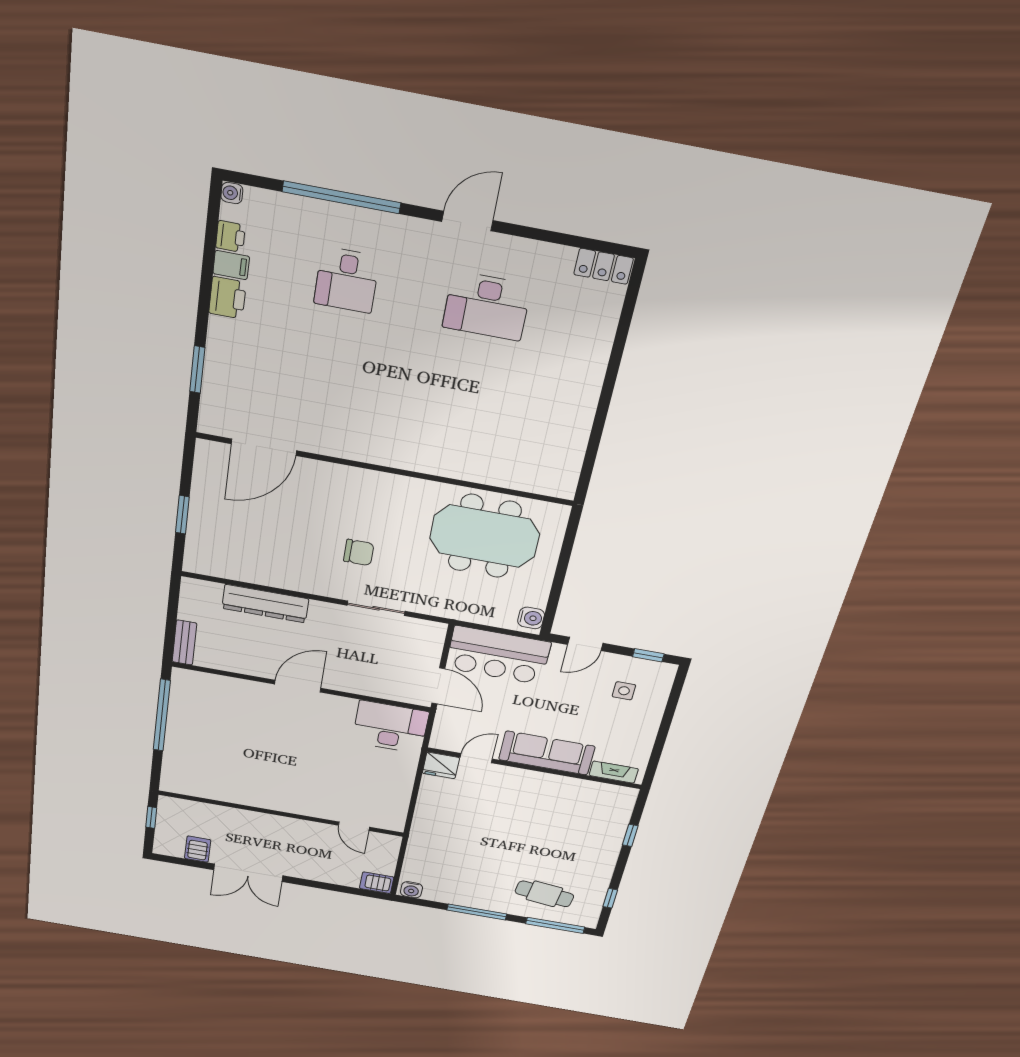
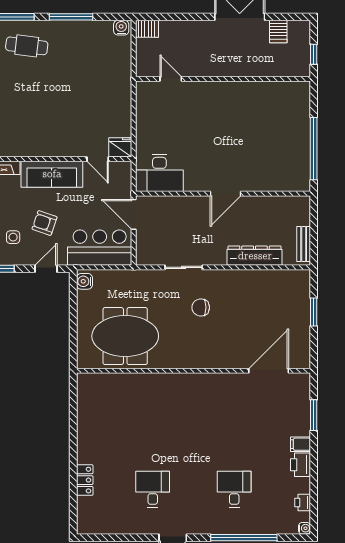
filing cabinet: (231, 265) -> (301, 444), moved
locker: (604, 266) -> (85, 480), moved, turned 90
desk: (487, 306) -> (153, 489), width x0.73
bench: (184, 643) -> (304, 244), moved
armchair: (573, 699) -> (45, 223), added
door: (476, 758) -> (98, 159), hinge flipped

